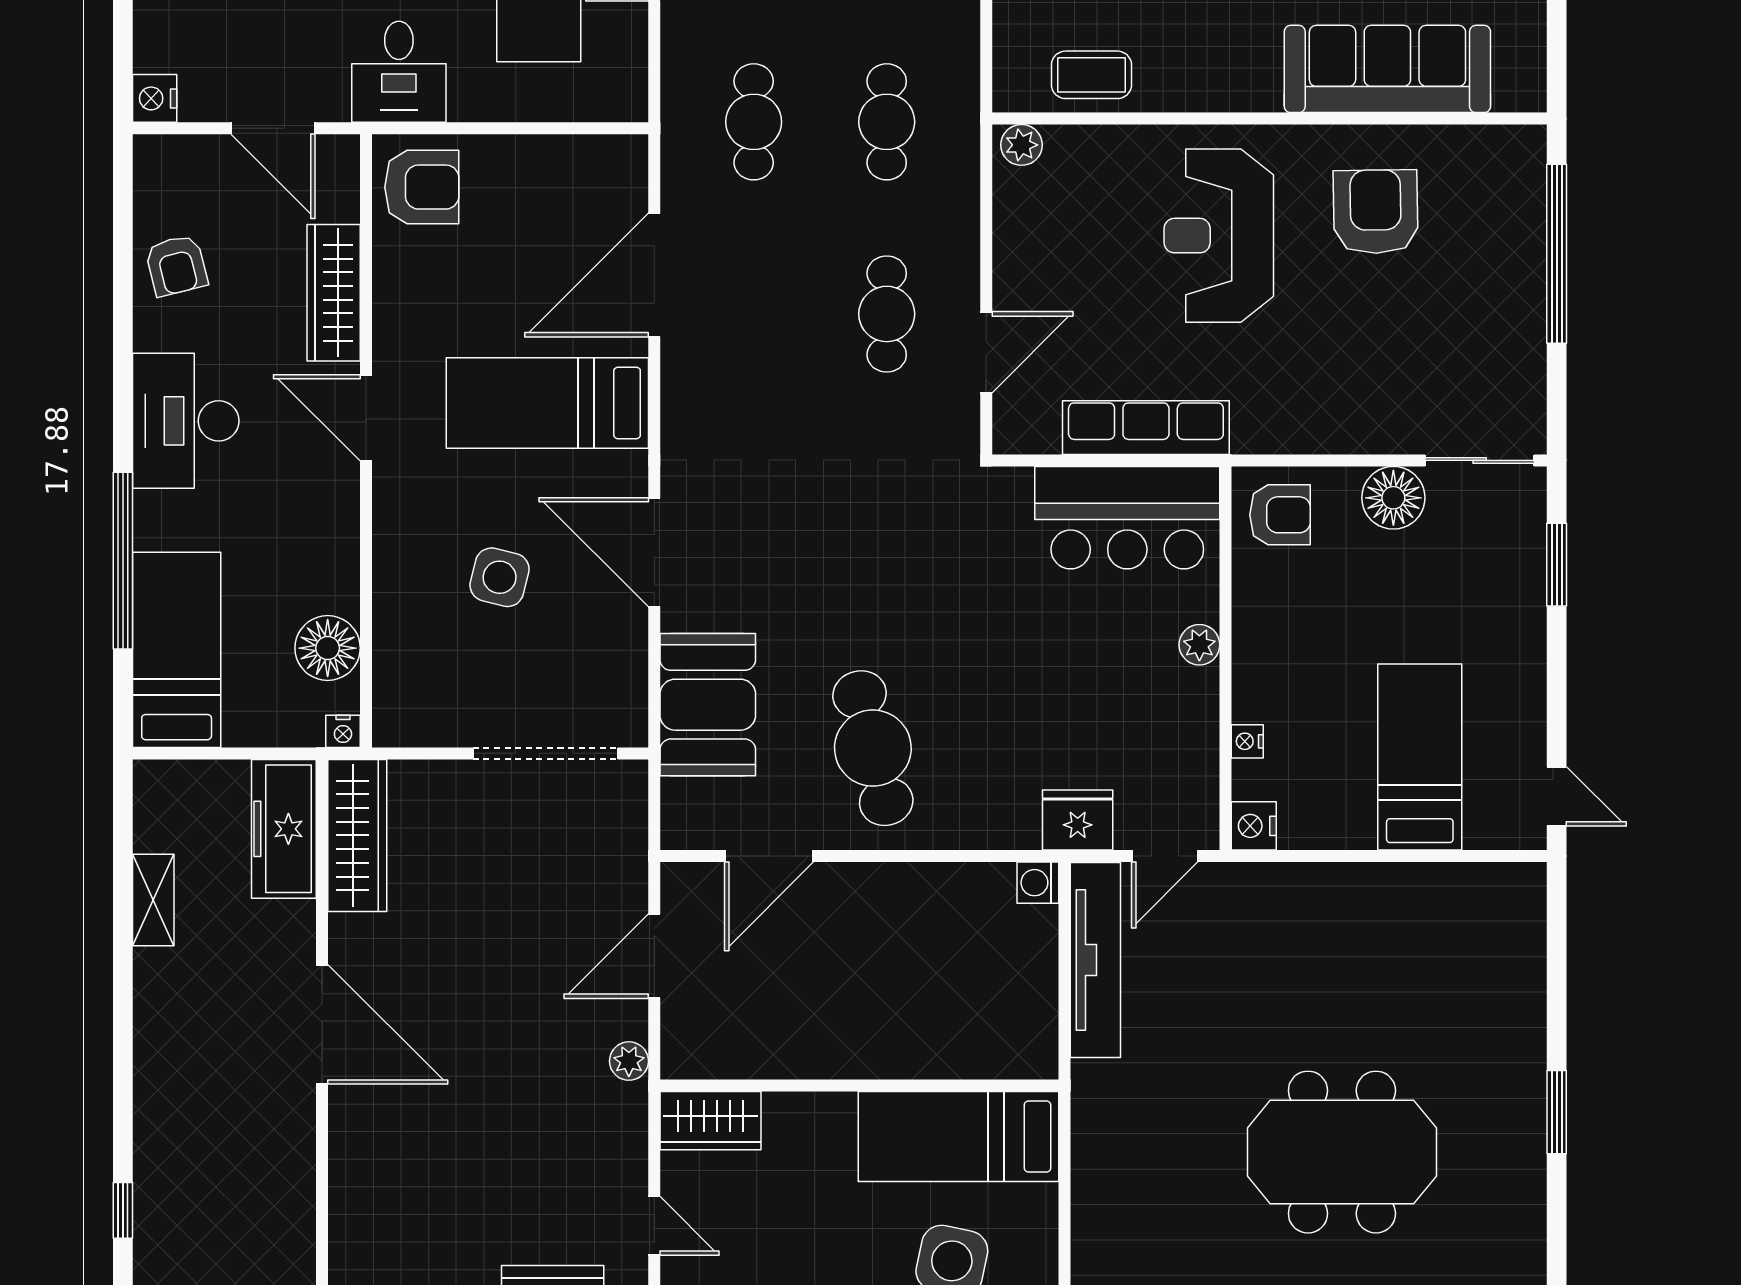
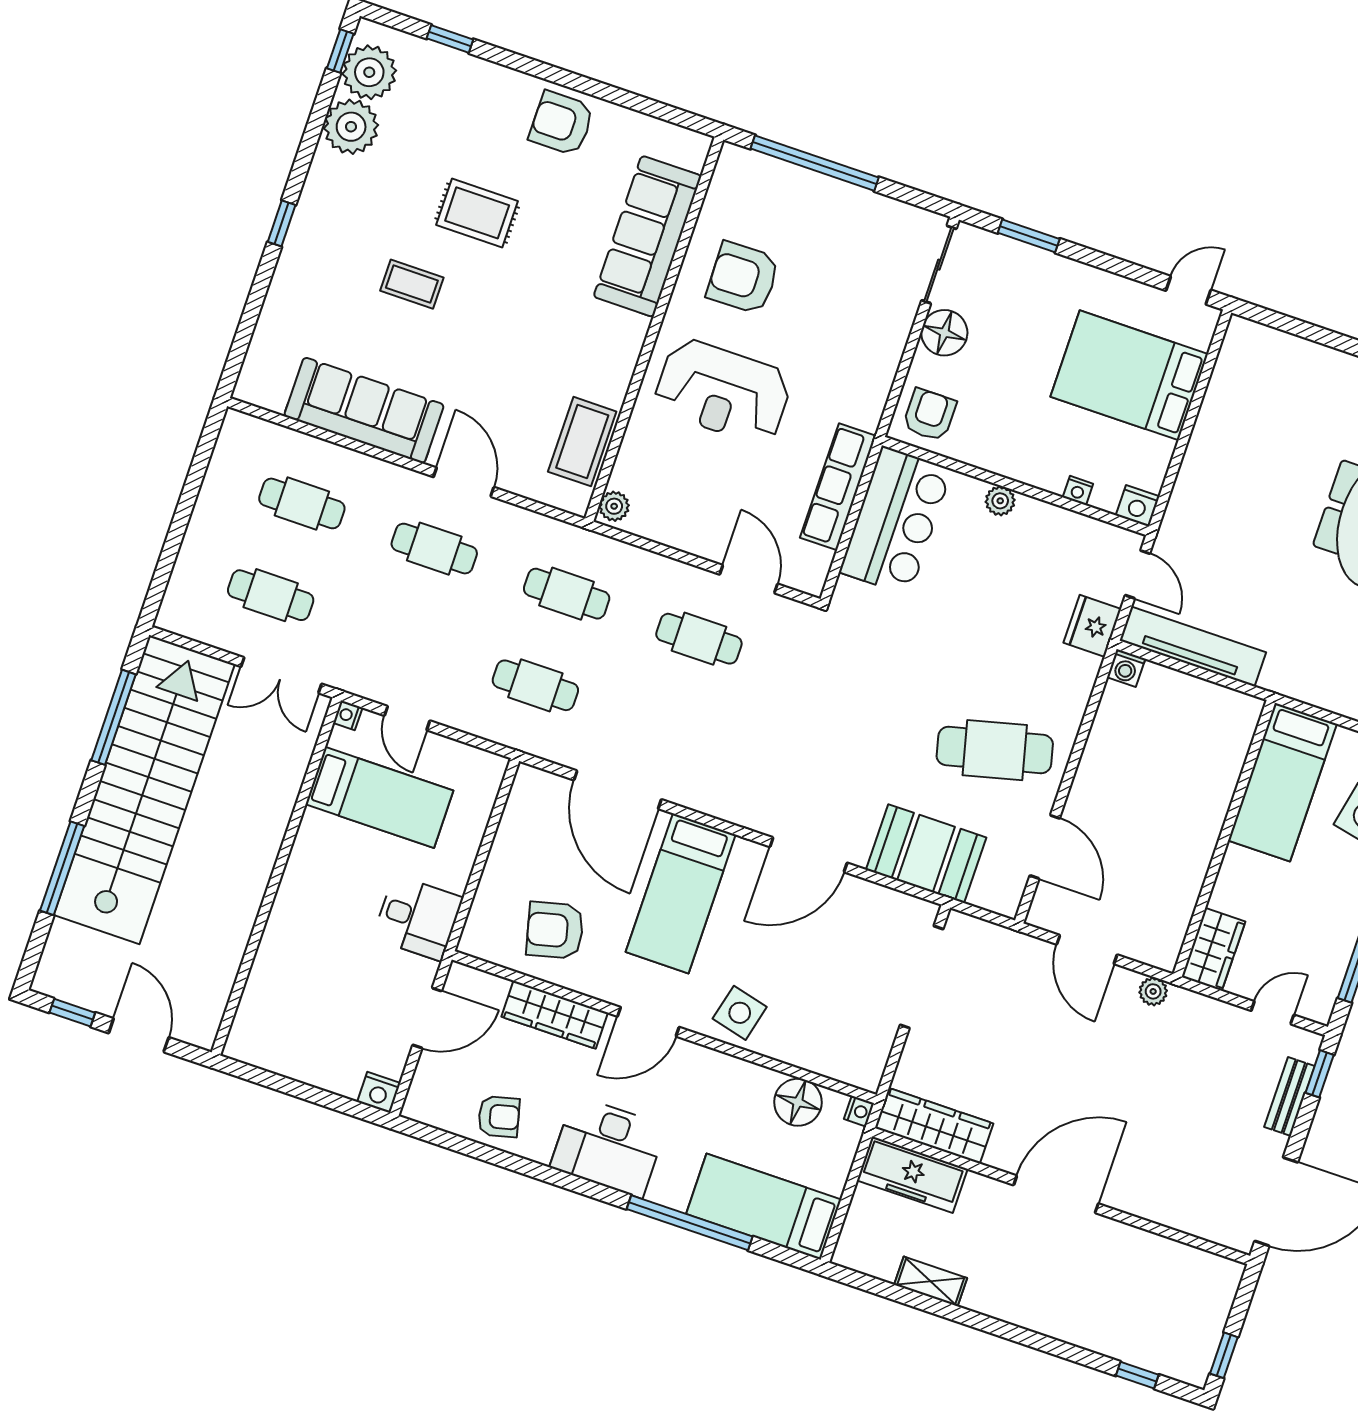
coffee table: (1091, 75) -> (582, 442), width x1.36, depth x1.30
armchair: (422, 187) -> (555, 930), moved, turned -104
side table: (500, 577) -> (740, 1013), moved
bed: (1420, 757) -> (1129, 375), width x1.50

